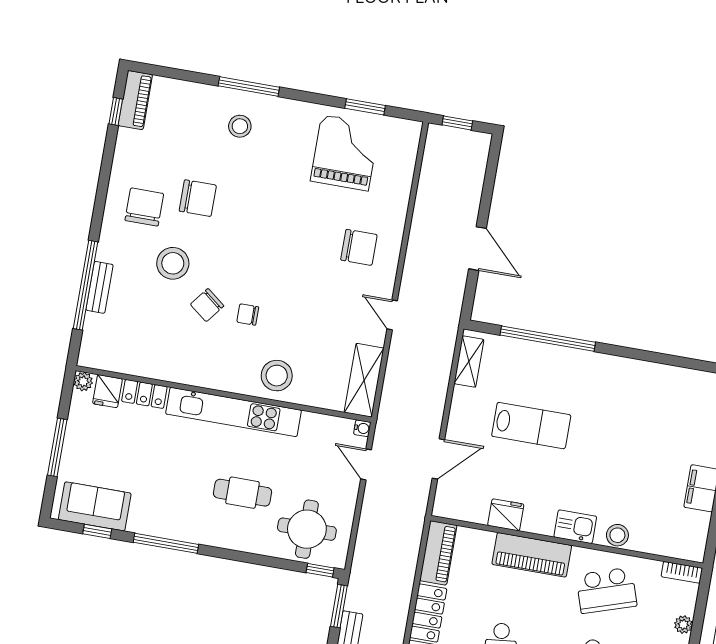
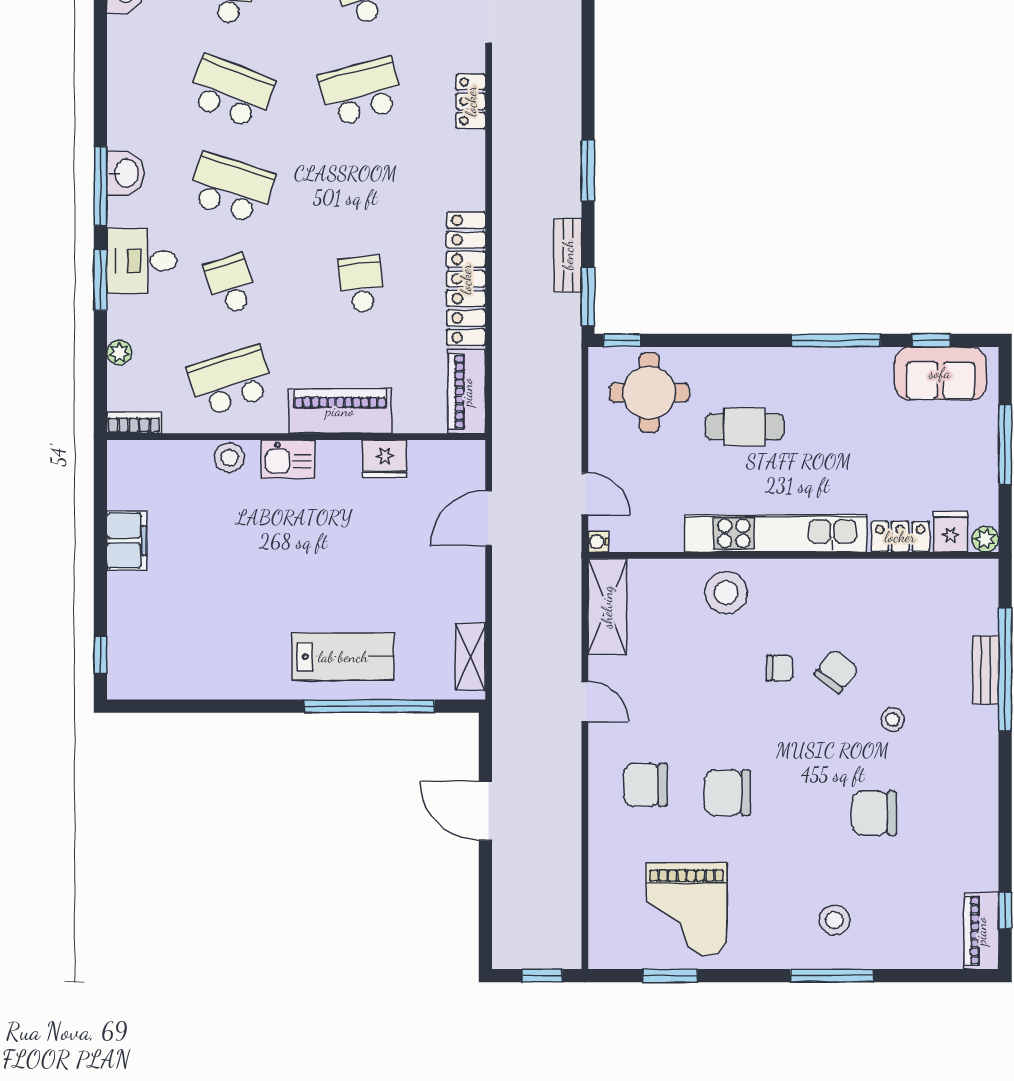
chair: (144, 207) -> (727, 793), moved, turned 90
stool: (173, 263) -> (893, 719), width x0.53, depth x0.53
lab bench: (531, 426) -> (343, 657), moved, turned 180

